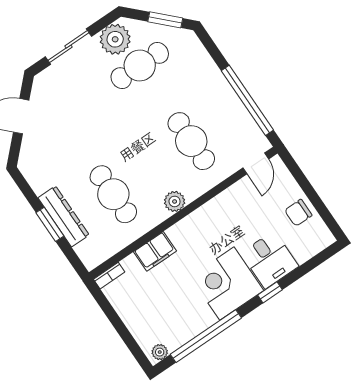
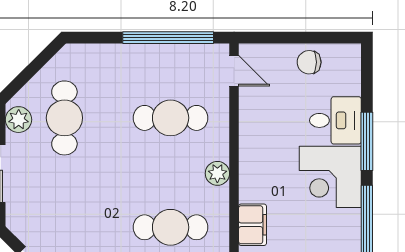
window: (165, 20) -> (38, 64), removed
plant: (115, 39) -> (19, 120), width x0.73, depth x0.73
chair: (298, 213) -> (309, 62), turned 91
window: (270, 292) -> (367, 141), width x2.17

